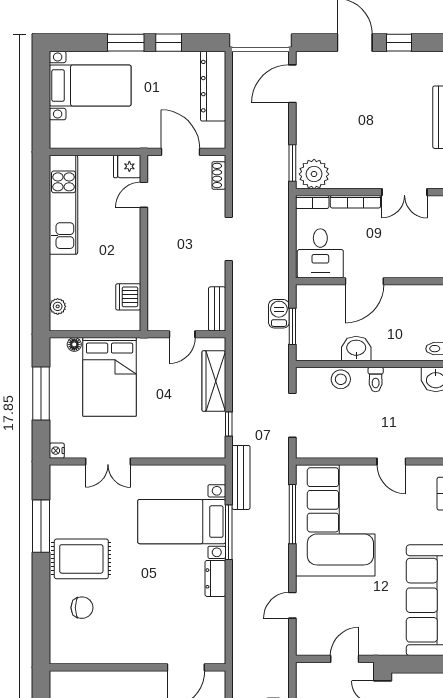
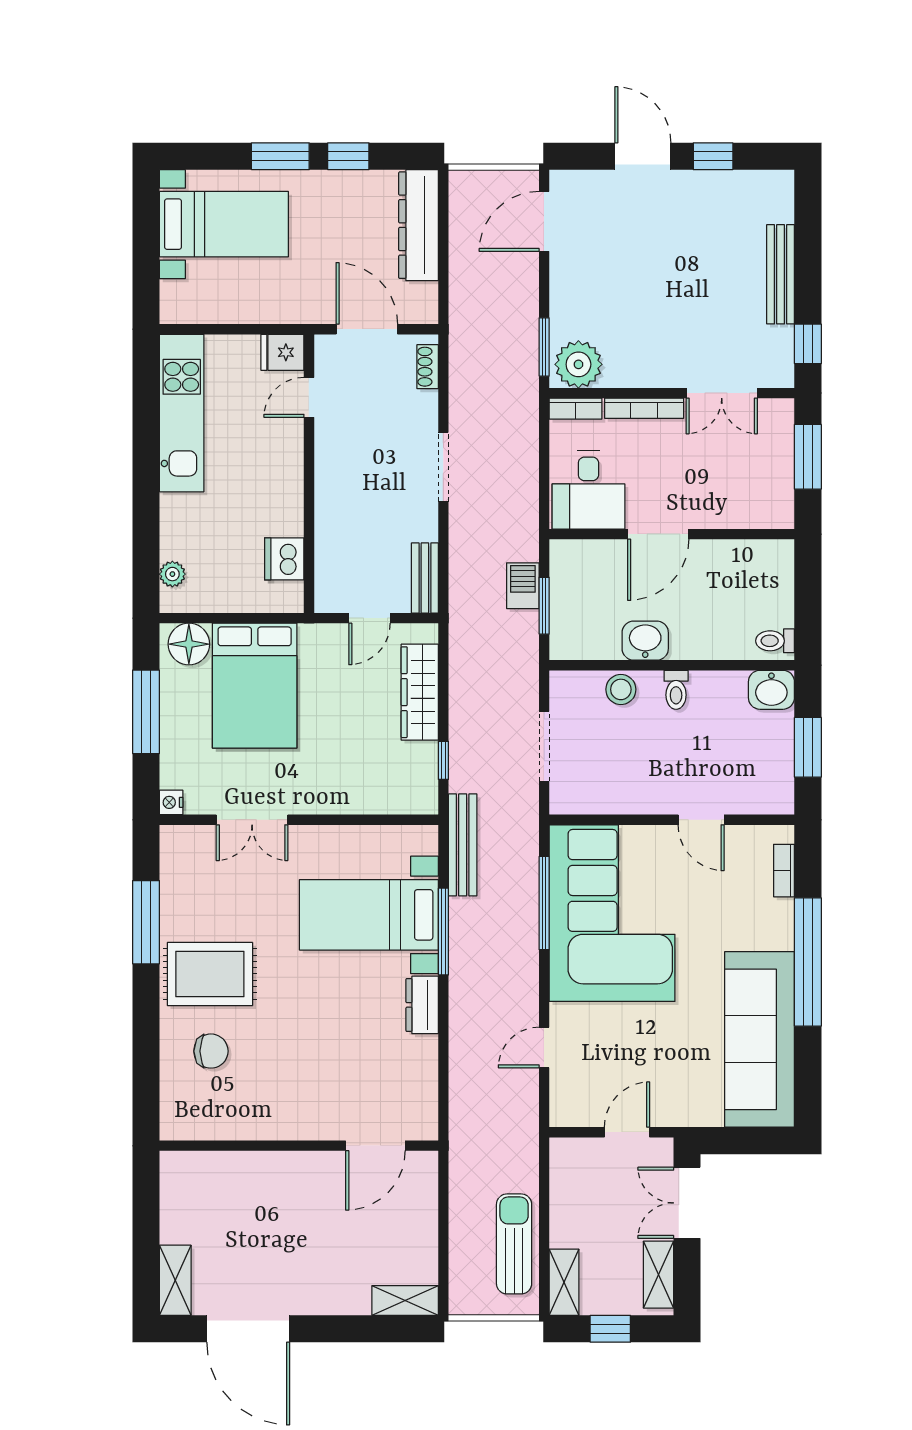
floor lamp: (74, 344) -> (189, 644), width x1.89, depth x1.89

